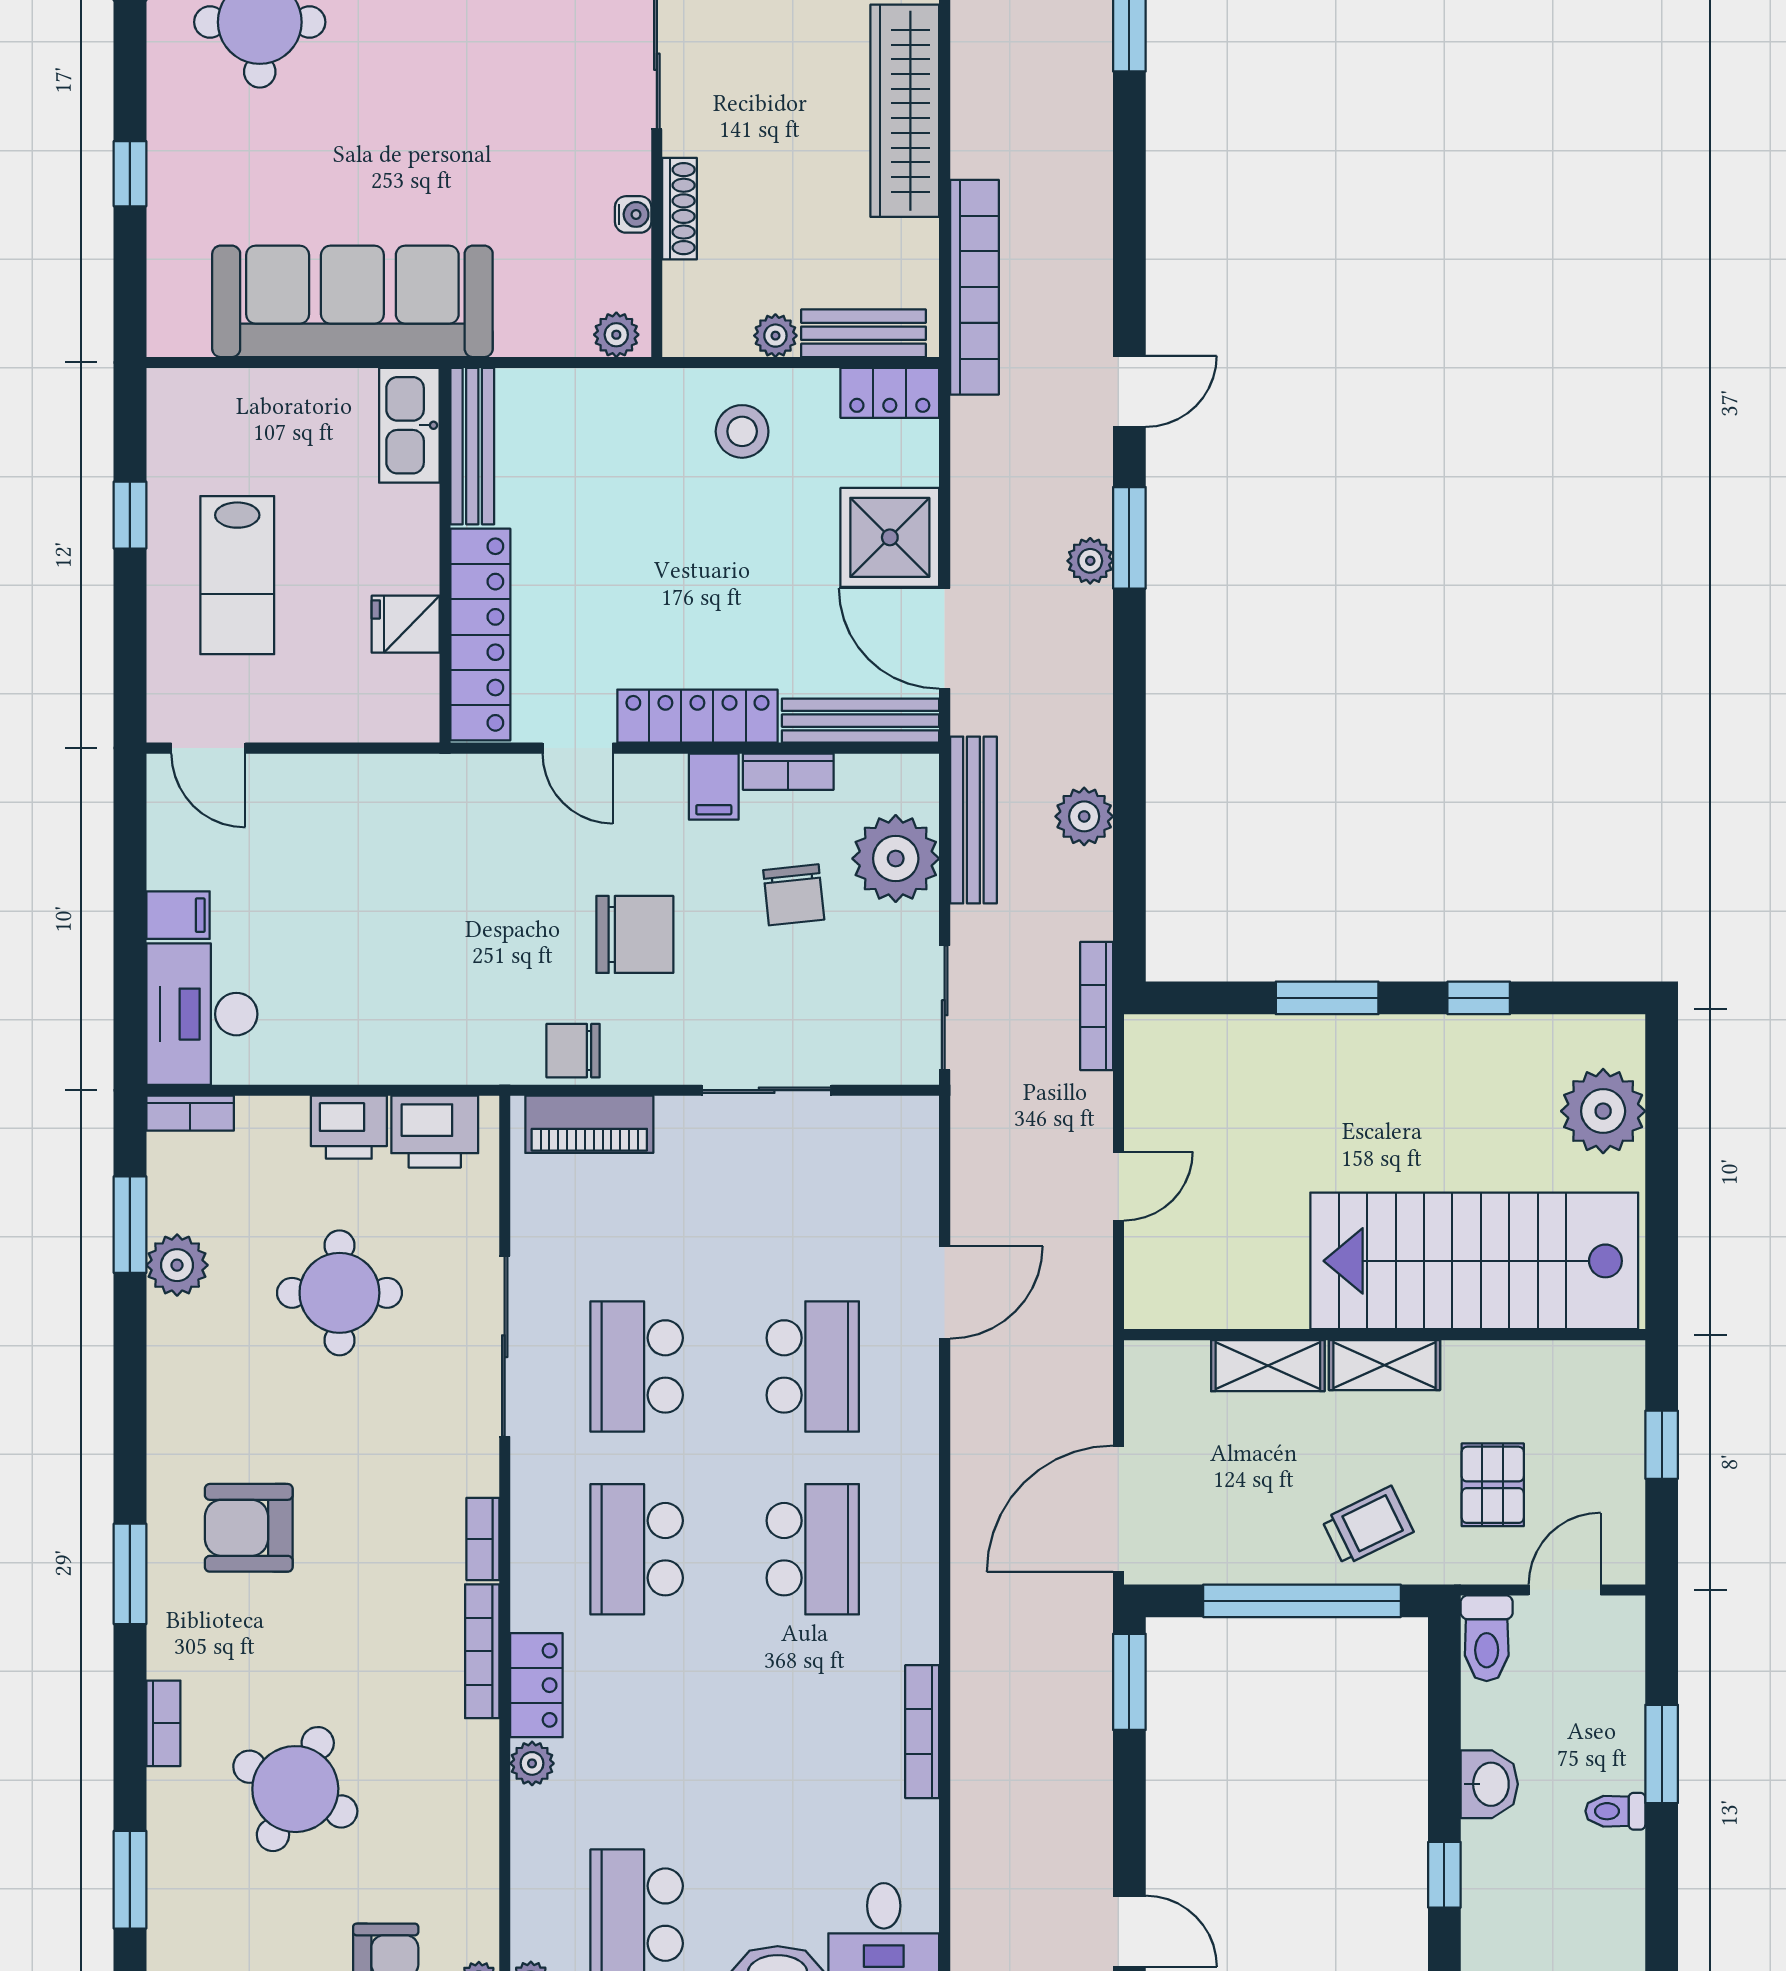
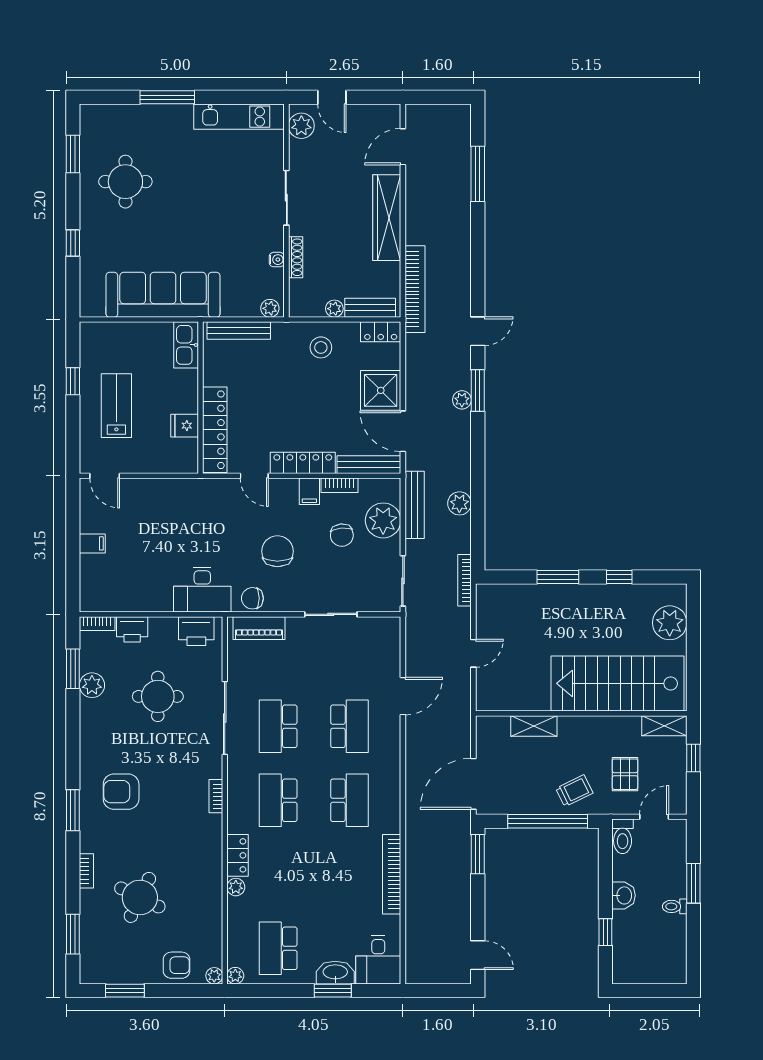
bench: (472, 446) -> (239, 331), moved, turned 90
lab bench: (237, 575) -> (116, 406), turned 180
chair: (635, 934) -> (277, 551), turned -90
desk: (202, 1014) -> (202, 590), moved, turned -90
printer: (349, 1127) -> (132, 629), moved
shelving: (1384, 1365) -> (664, 726), moved
bookcase: (482, 1651) -> (216, 842), removed
bookcase: (922, 1732) -> (392, 874), width x1.48, depth x1.31

